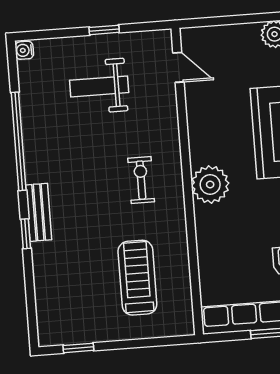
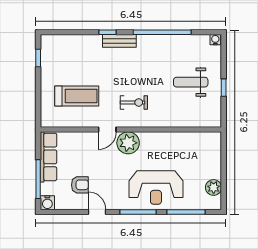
door: (178, 67) -> (107, 129), moved
weight bench: (99, 86) -> (191, 82), turned -90

